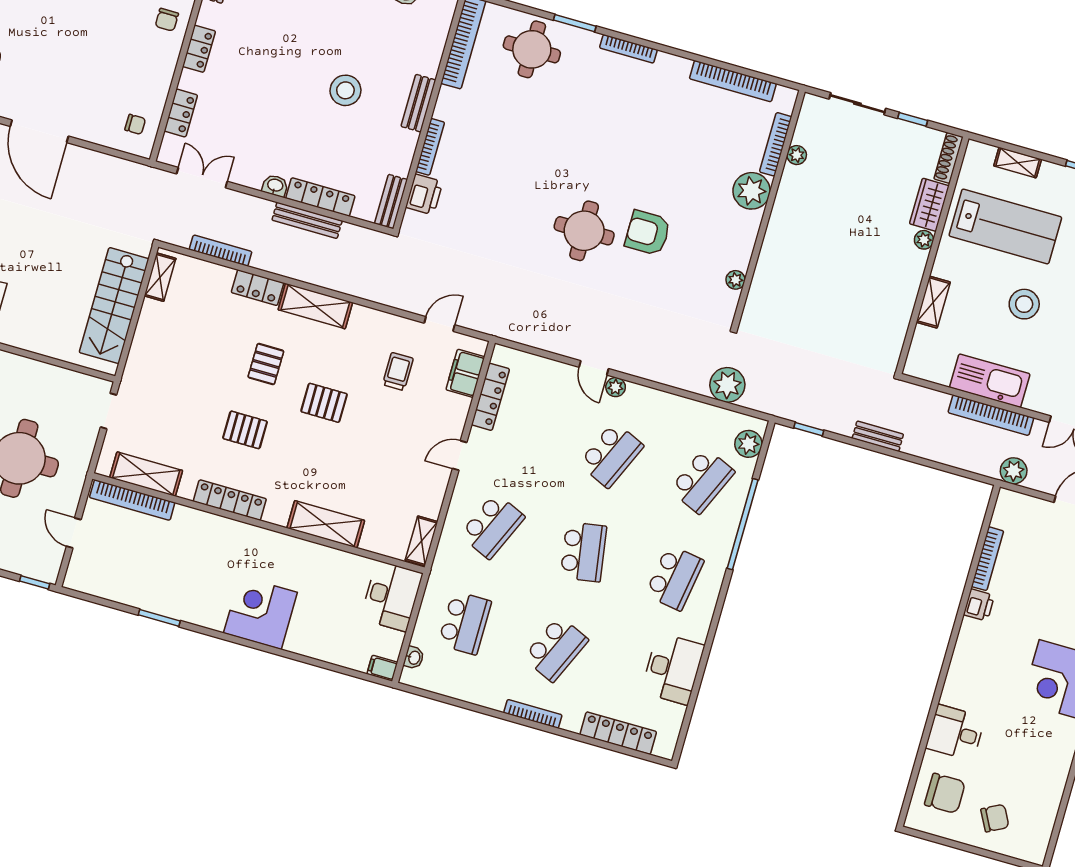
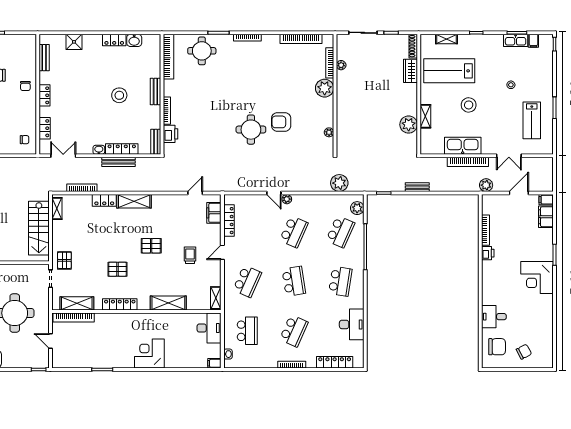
lab bench: (1005, 227) -> (449, 71), turned 180
plant: (924, 240) -> (409, 125), moved, width x1.88, depth x1.88
pallet: (266, 364) -> (64, 260), moved
trolley: (398, 372) -> (190, 255), moved

